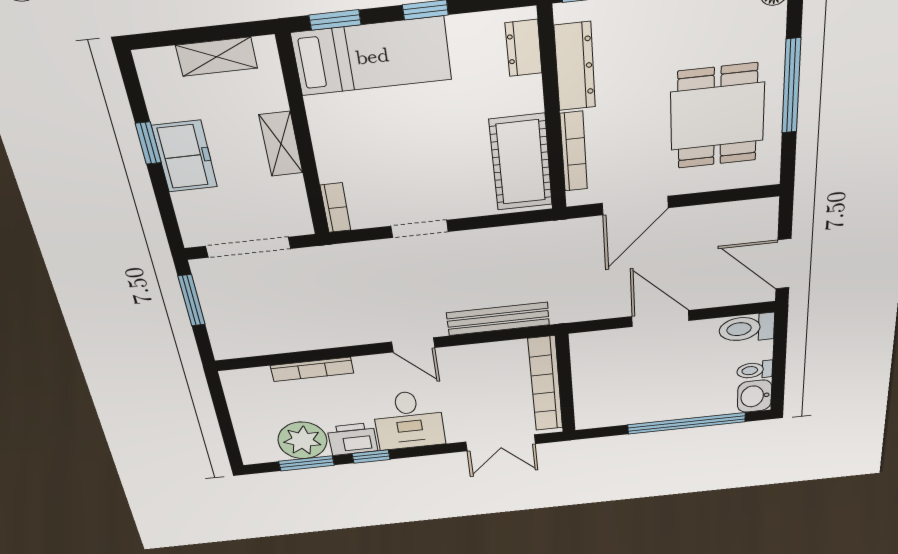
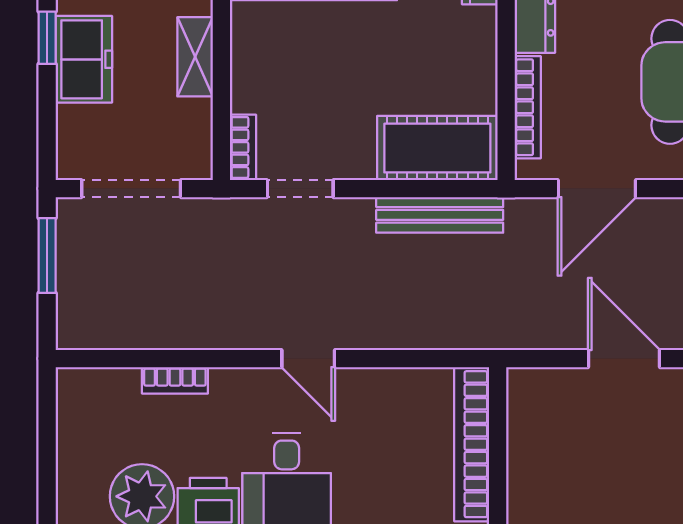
cot: (521, 162) -> (437, 148), moved, turned 90
doorway: (420, 229) -> (300, 189), moved
bench: (498, 319) -> (440, 215), moved
bookcase: (312, 369) -> (175, 380), width x0.64

